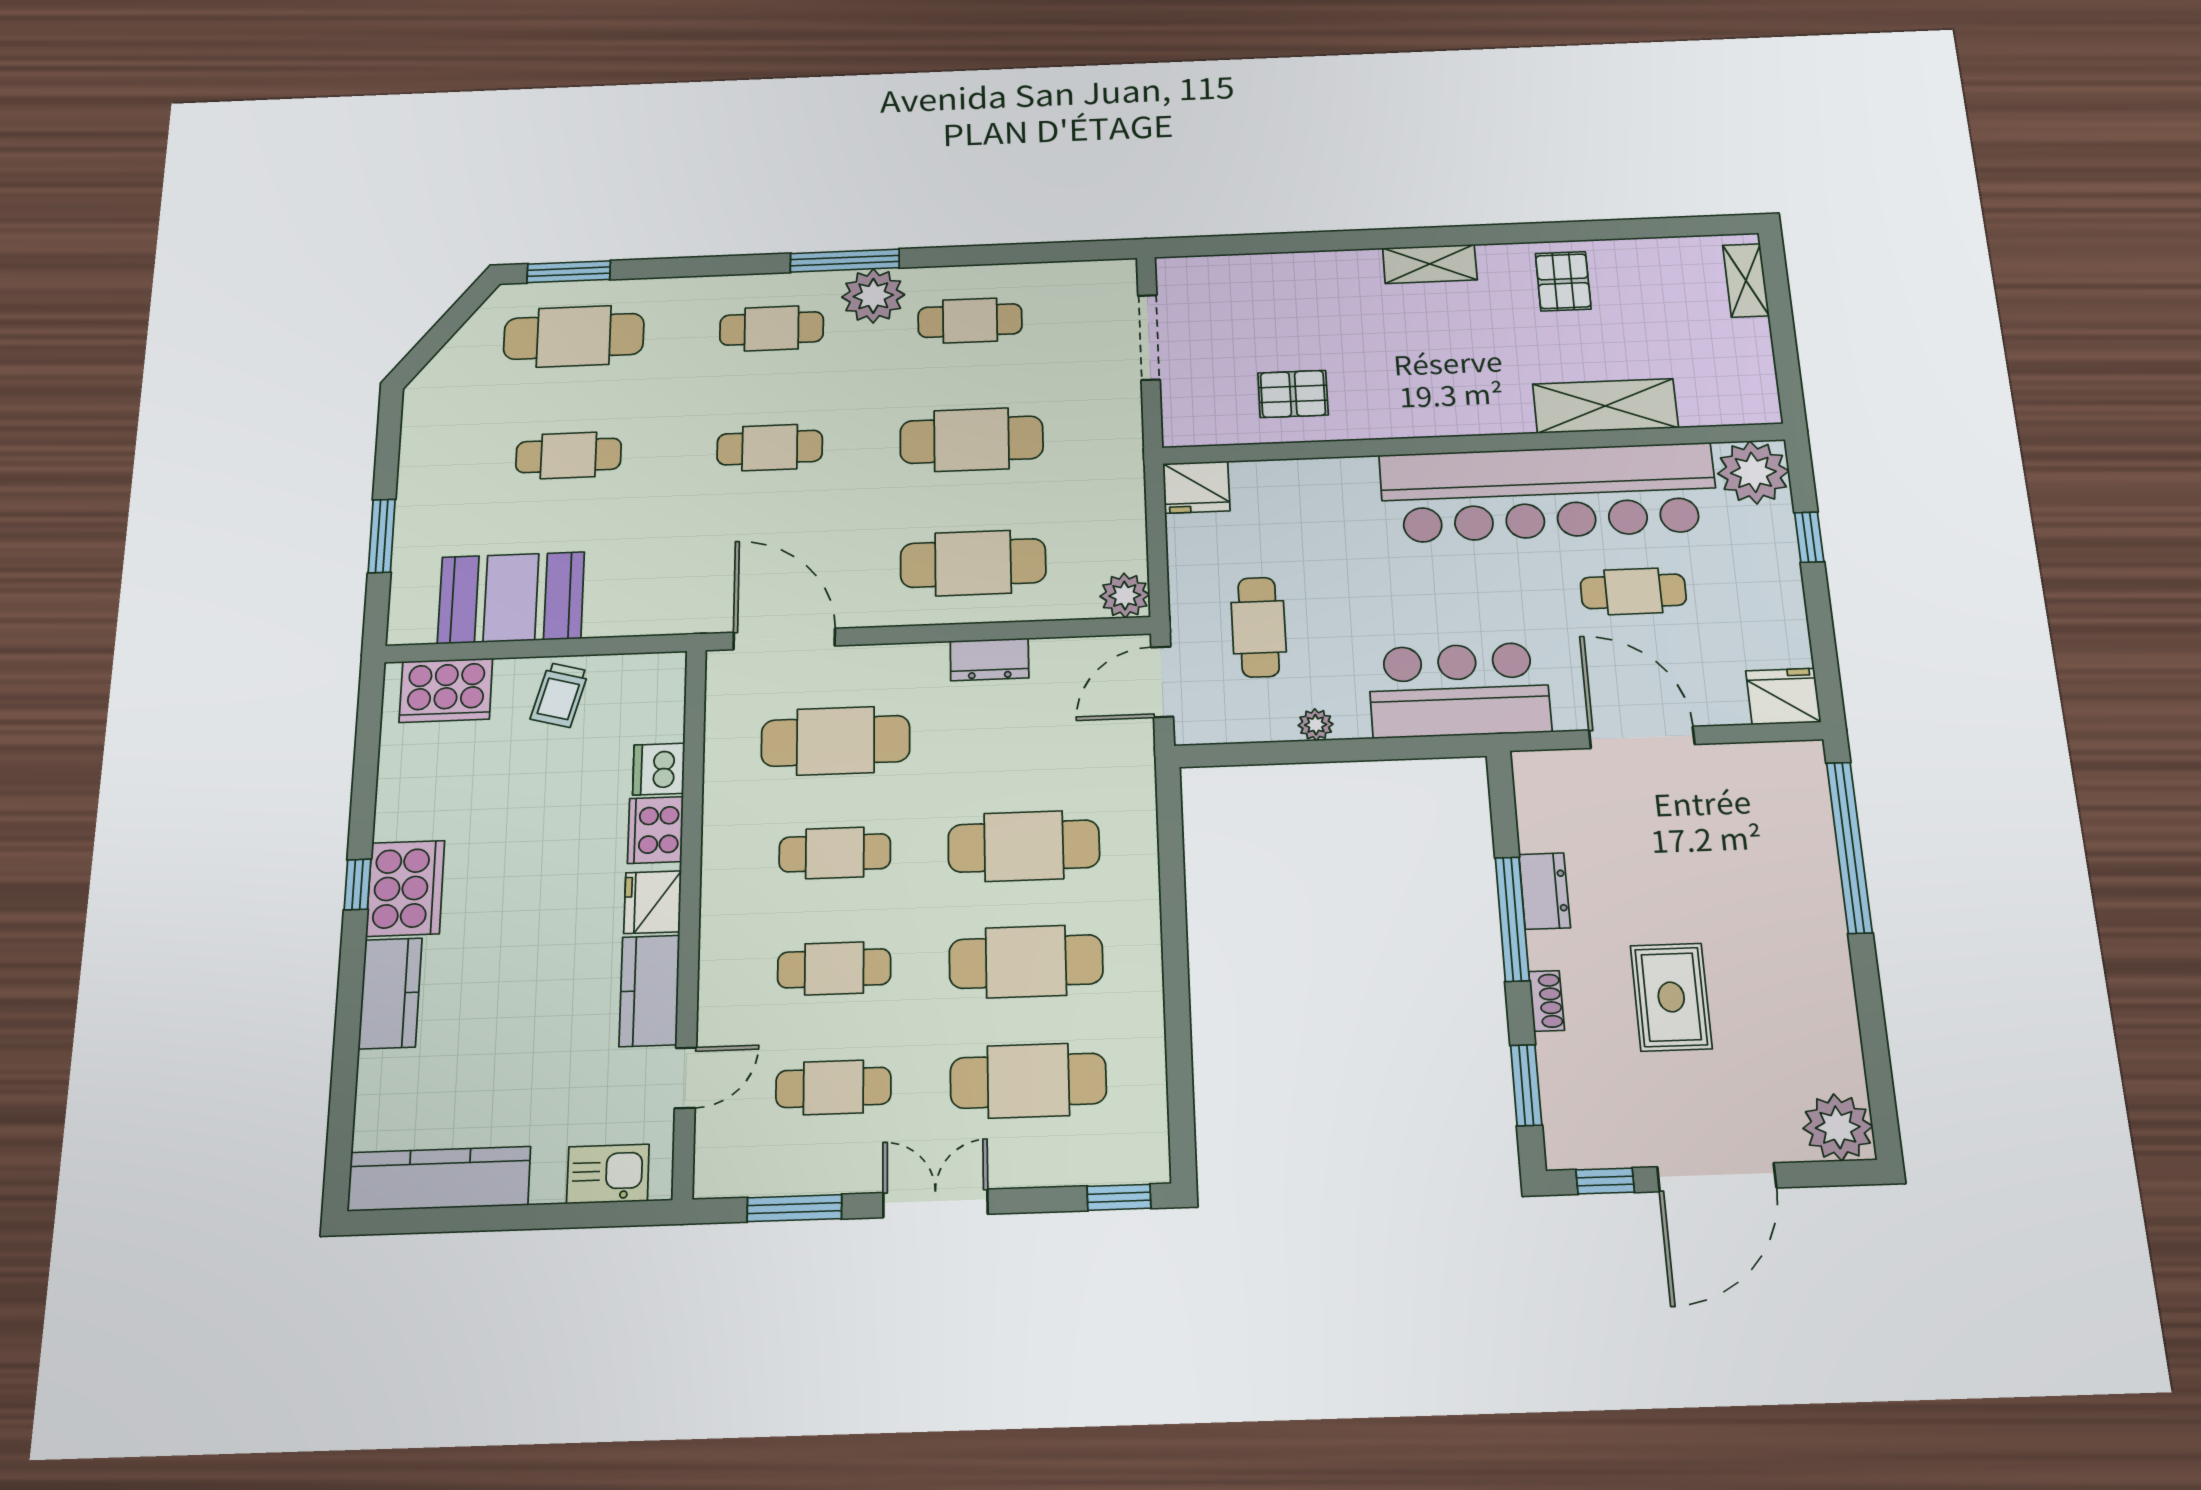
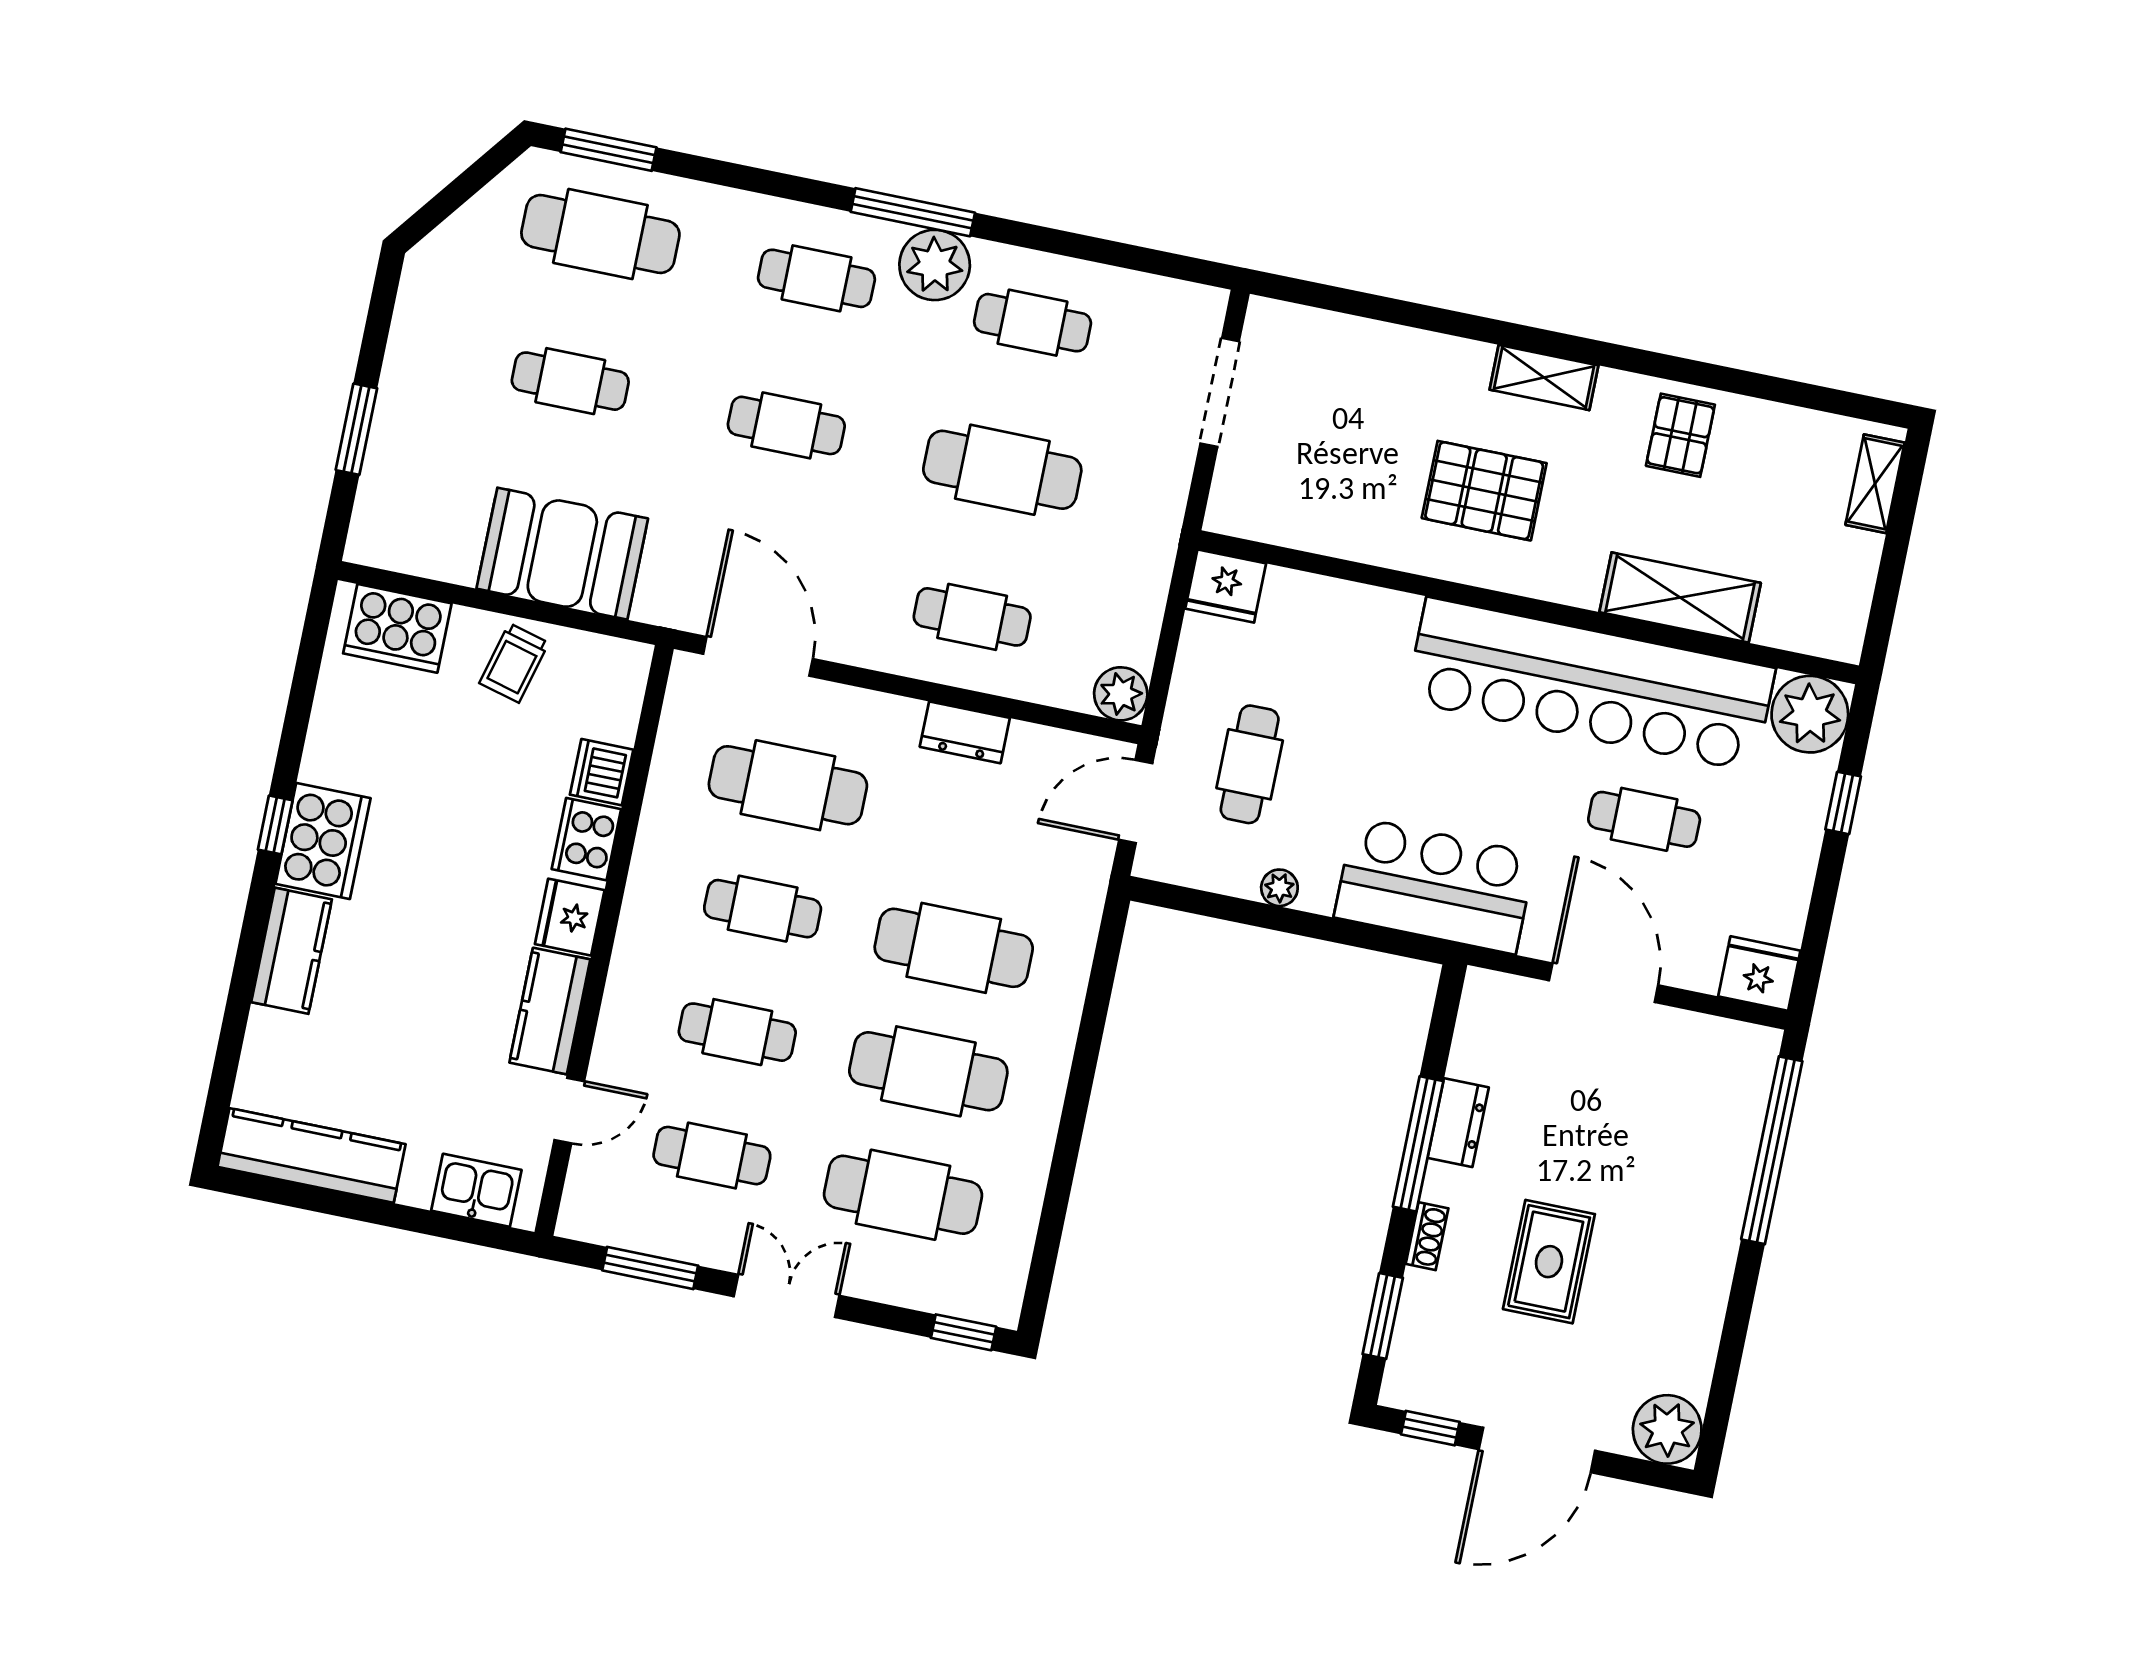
pallet: (1293, 394) -> (1484, 491), moved, width x1.50, depth x1.42
cafe table: (973, 563) -> (972, 617), width x0.73, depth x0.74
booth: (511, 598) -> (562, 554), moved

